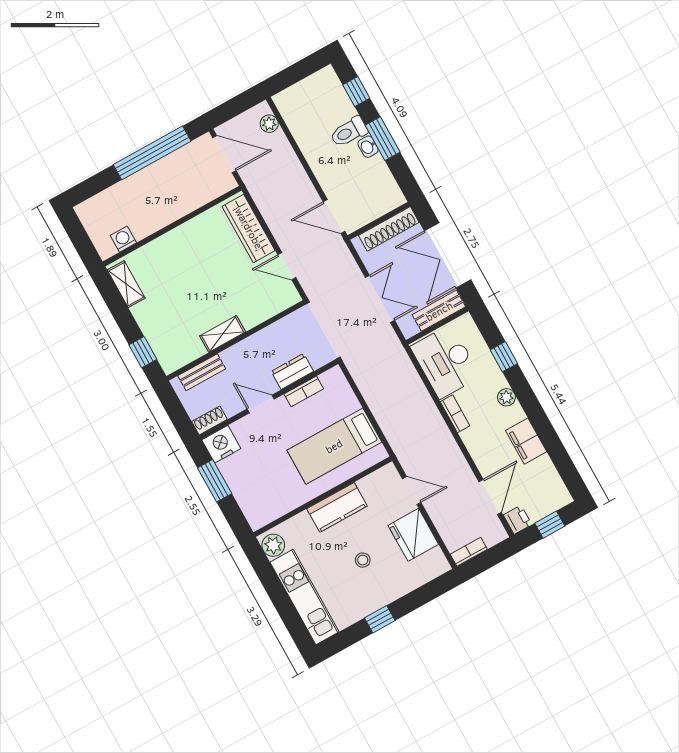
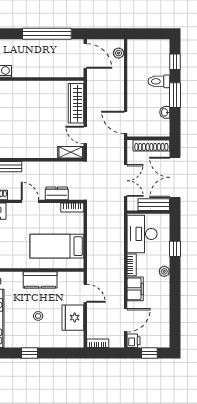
washbasin: (368, 147) -> (165, 112), moved
shelving: (223, 334) -> (71, 152), moved
bookcase: (304, 391) -> (72, 208), moved
filing cabinet: (526, 441) -> (135, 289), moved, turned 180

